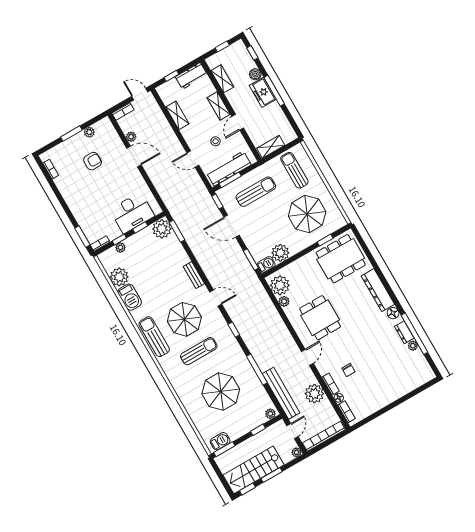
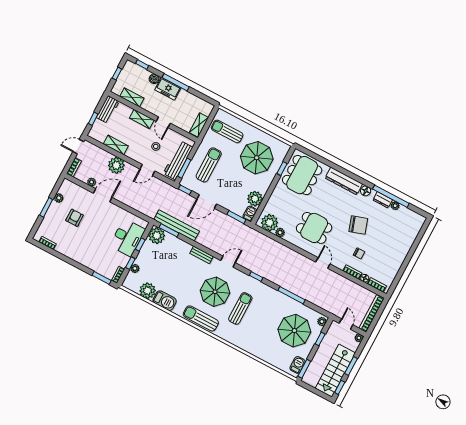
chair: (365, 342) -> (358, 225), added
parasol: (221, 392) -> (294, 331), moved
bench: (281, 393) -> (177, 225), moved
plant: (314, 394) -> (116, 165), moved

